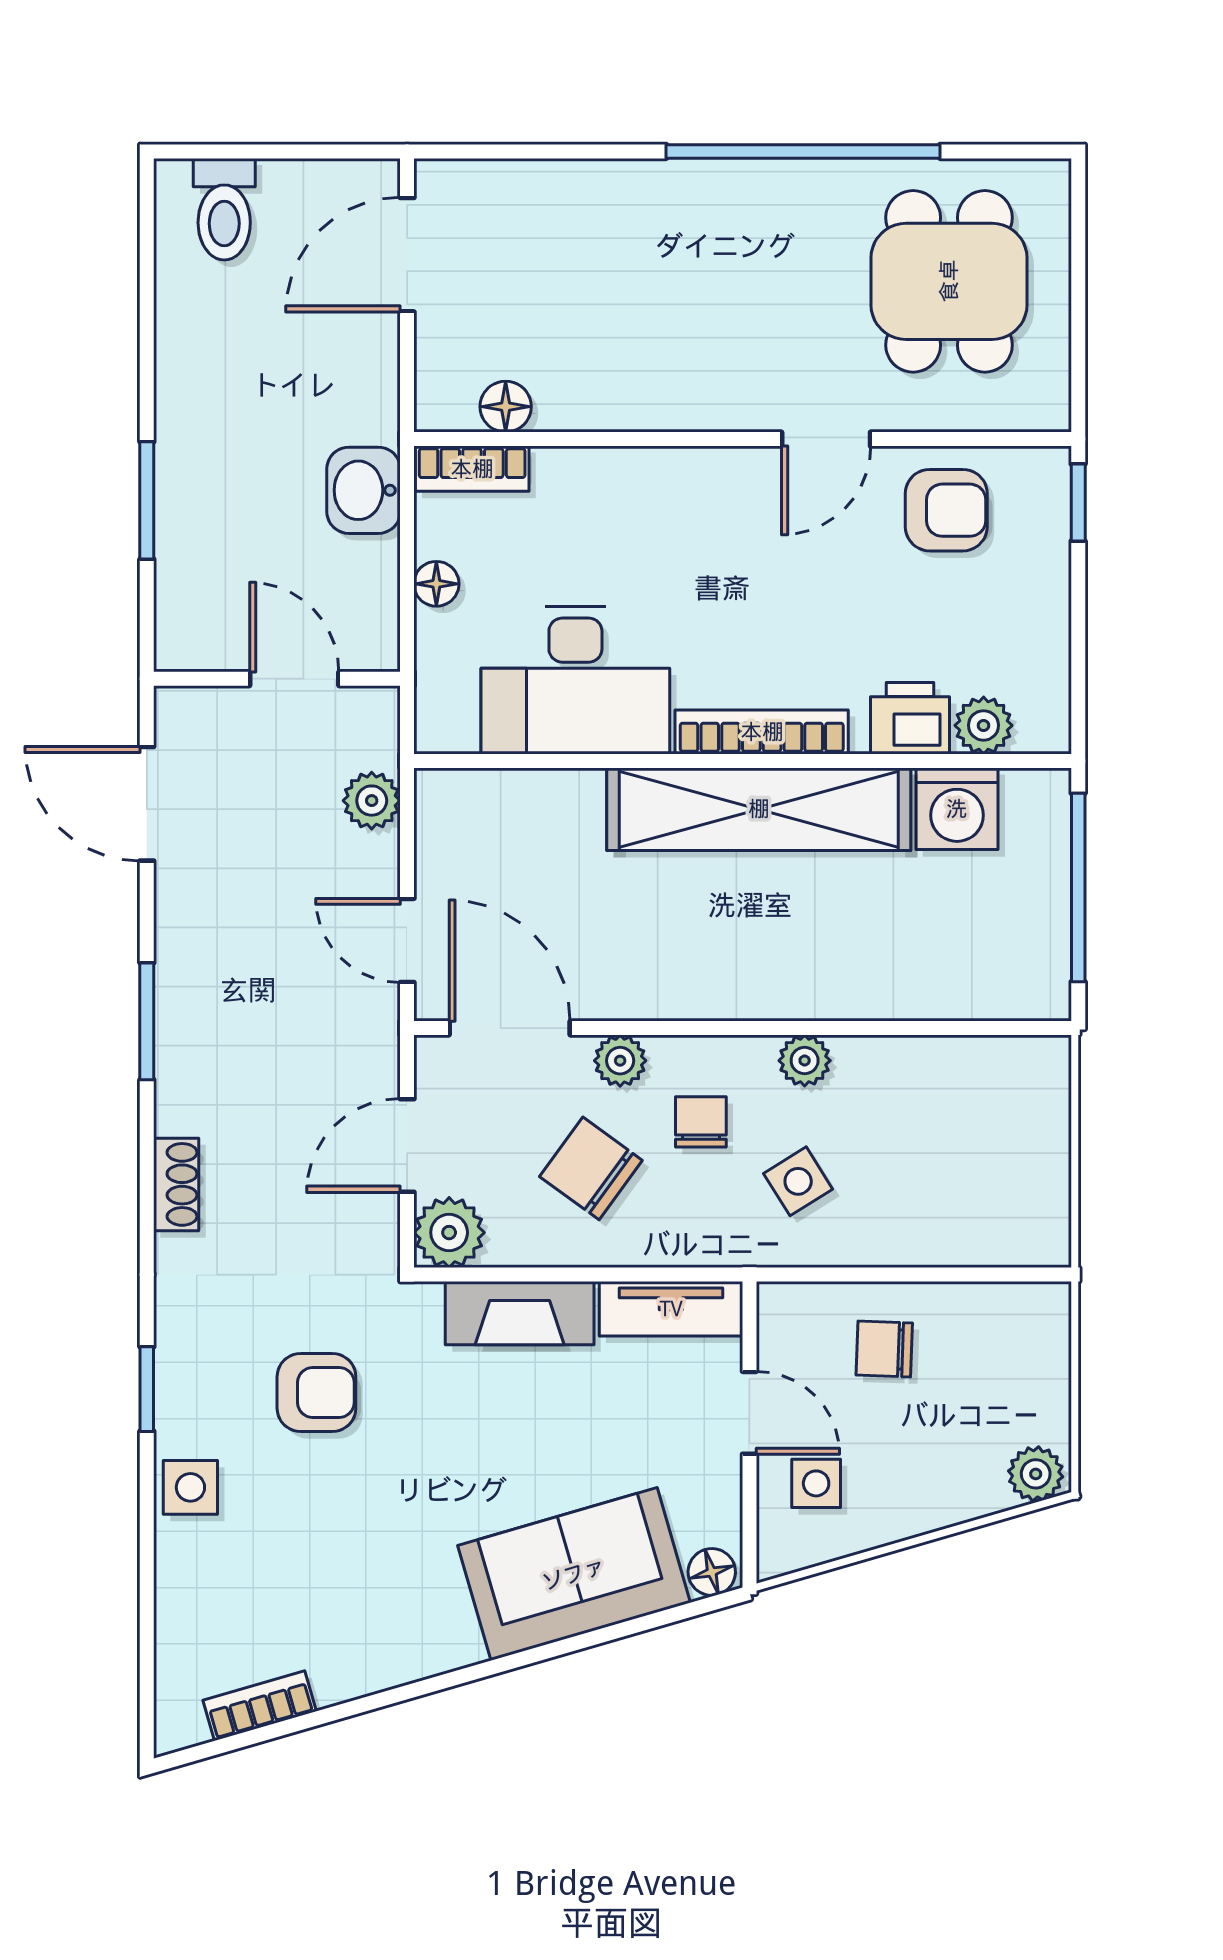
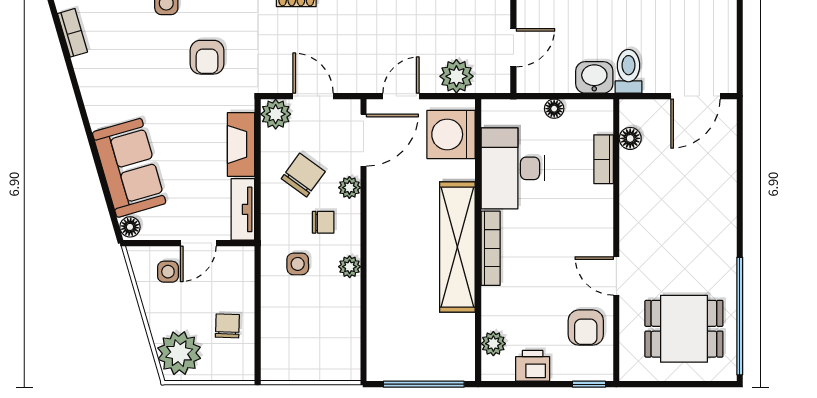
window: (803, 151) -> (740, 316), moved
toilet: (224, 209) -> (629, 71), moved, turned 90
door: (407, 255) -> (695, 96), swing flipped
bookcase: (472, 469) -> (604, 159), moved
printer: (910, 718) -> (533, 366), moved, turned -90
plant: (372, 801) -> (456, 76), width x1.38, depth x1.38
washing machine: (957, 809) -> (451, 134), moved, width x1.37, depth x1.37
side table: (798, 1181) -> (298, 264), turned 31
chair: (884, 1349) -> (227, 326), moved
plant: (1036, 1474) -> (179, 353), width x1.88, depth x1.88

